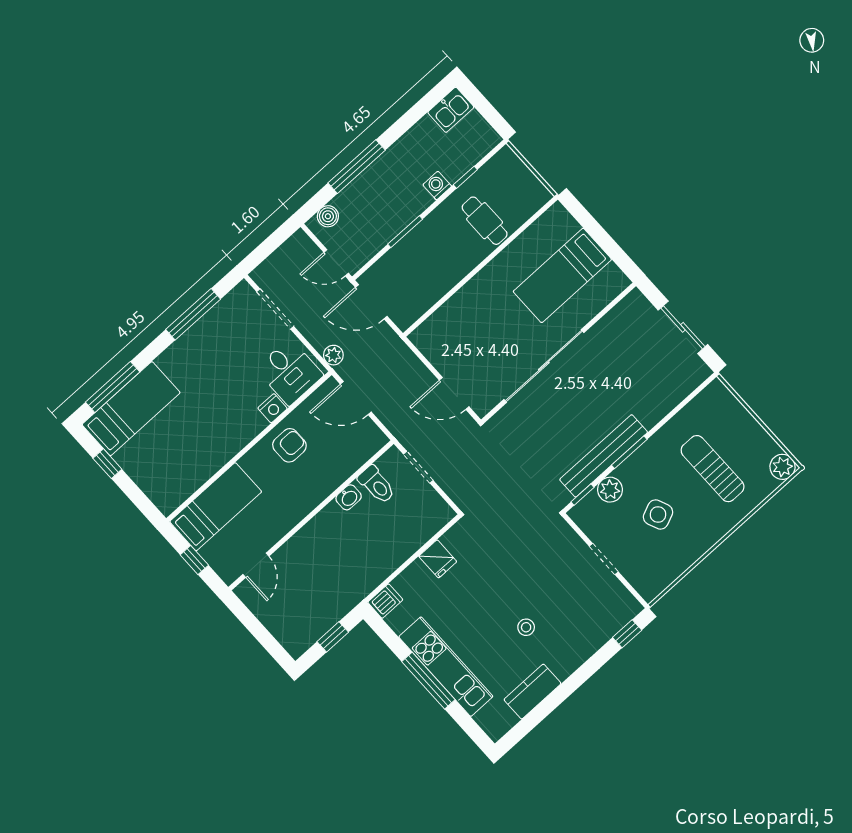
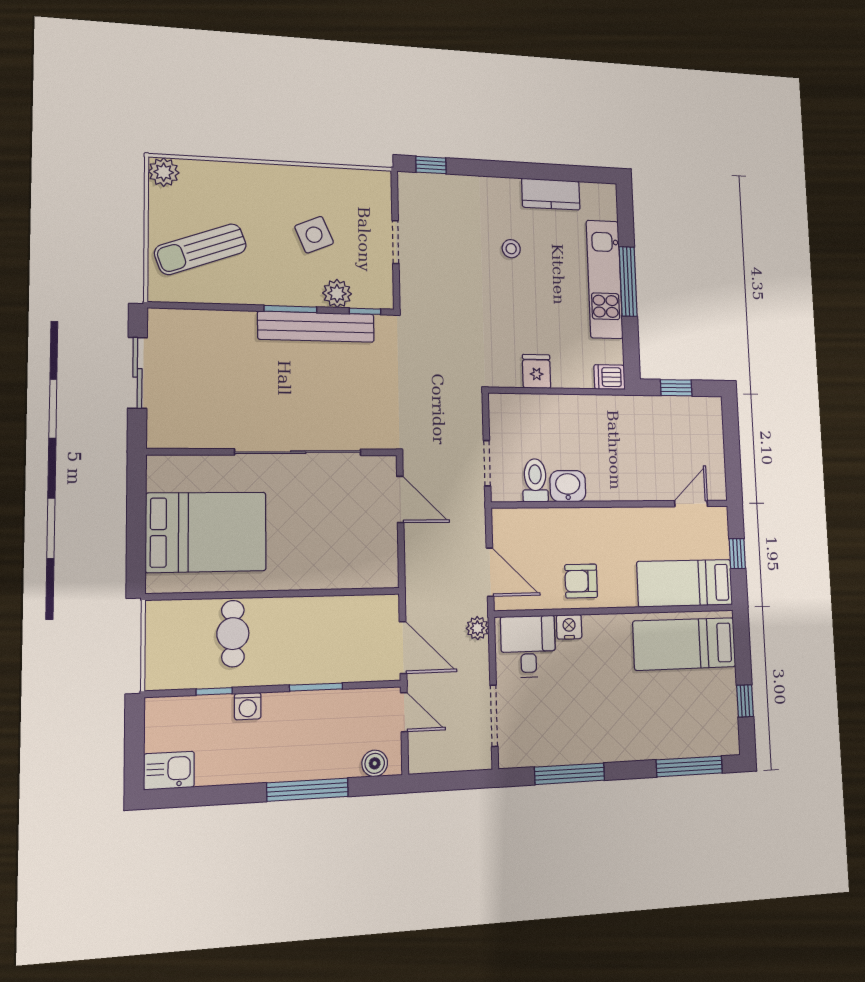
bed: (562, 275) -> (206, 532), width x1.50
bed: (131, 409) -> (685, 644), moved
sun lounger: (713, 469) -> (201, 249), moved, turned 70
washbasin: (349, 497) -> (568, 486), width x1.38, depth x1.45

